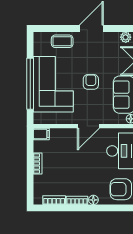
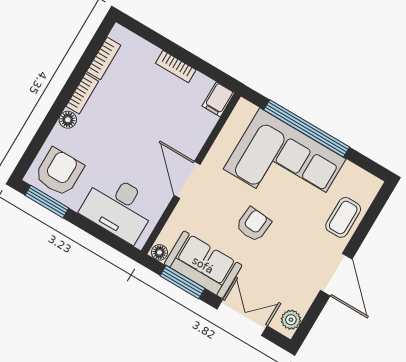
armchair: (91, 82) -> (254, 224), turned -85

